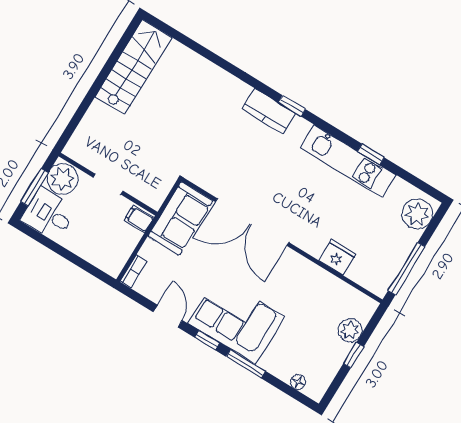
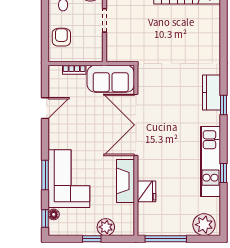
filing cabinet: (139, 219) -> (95, 53), removed
armchair: (97, 246) -> (61, 37), added
bookcase: (134, 271) -> (74, 70), moved
fireplace: (310, 274) -> (125, 181), added
corner sofa: (236, 320) -> (69, 179), moved
window: (207, 340) -> (45, 219), moved

